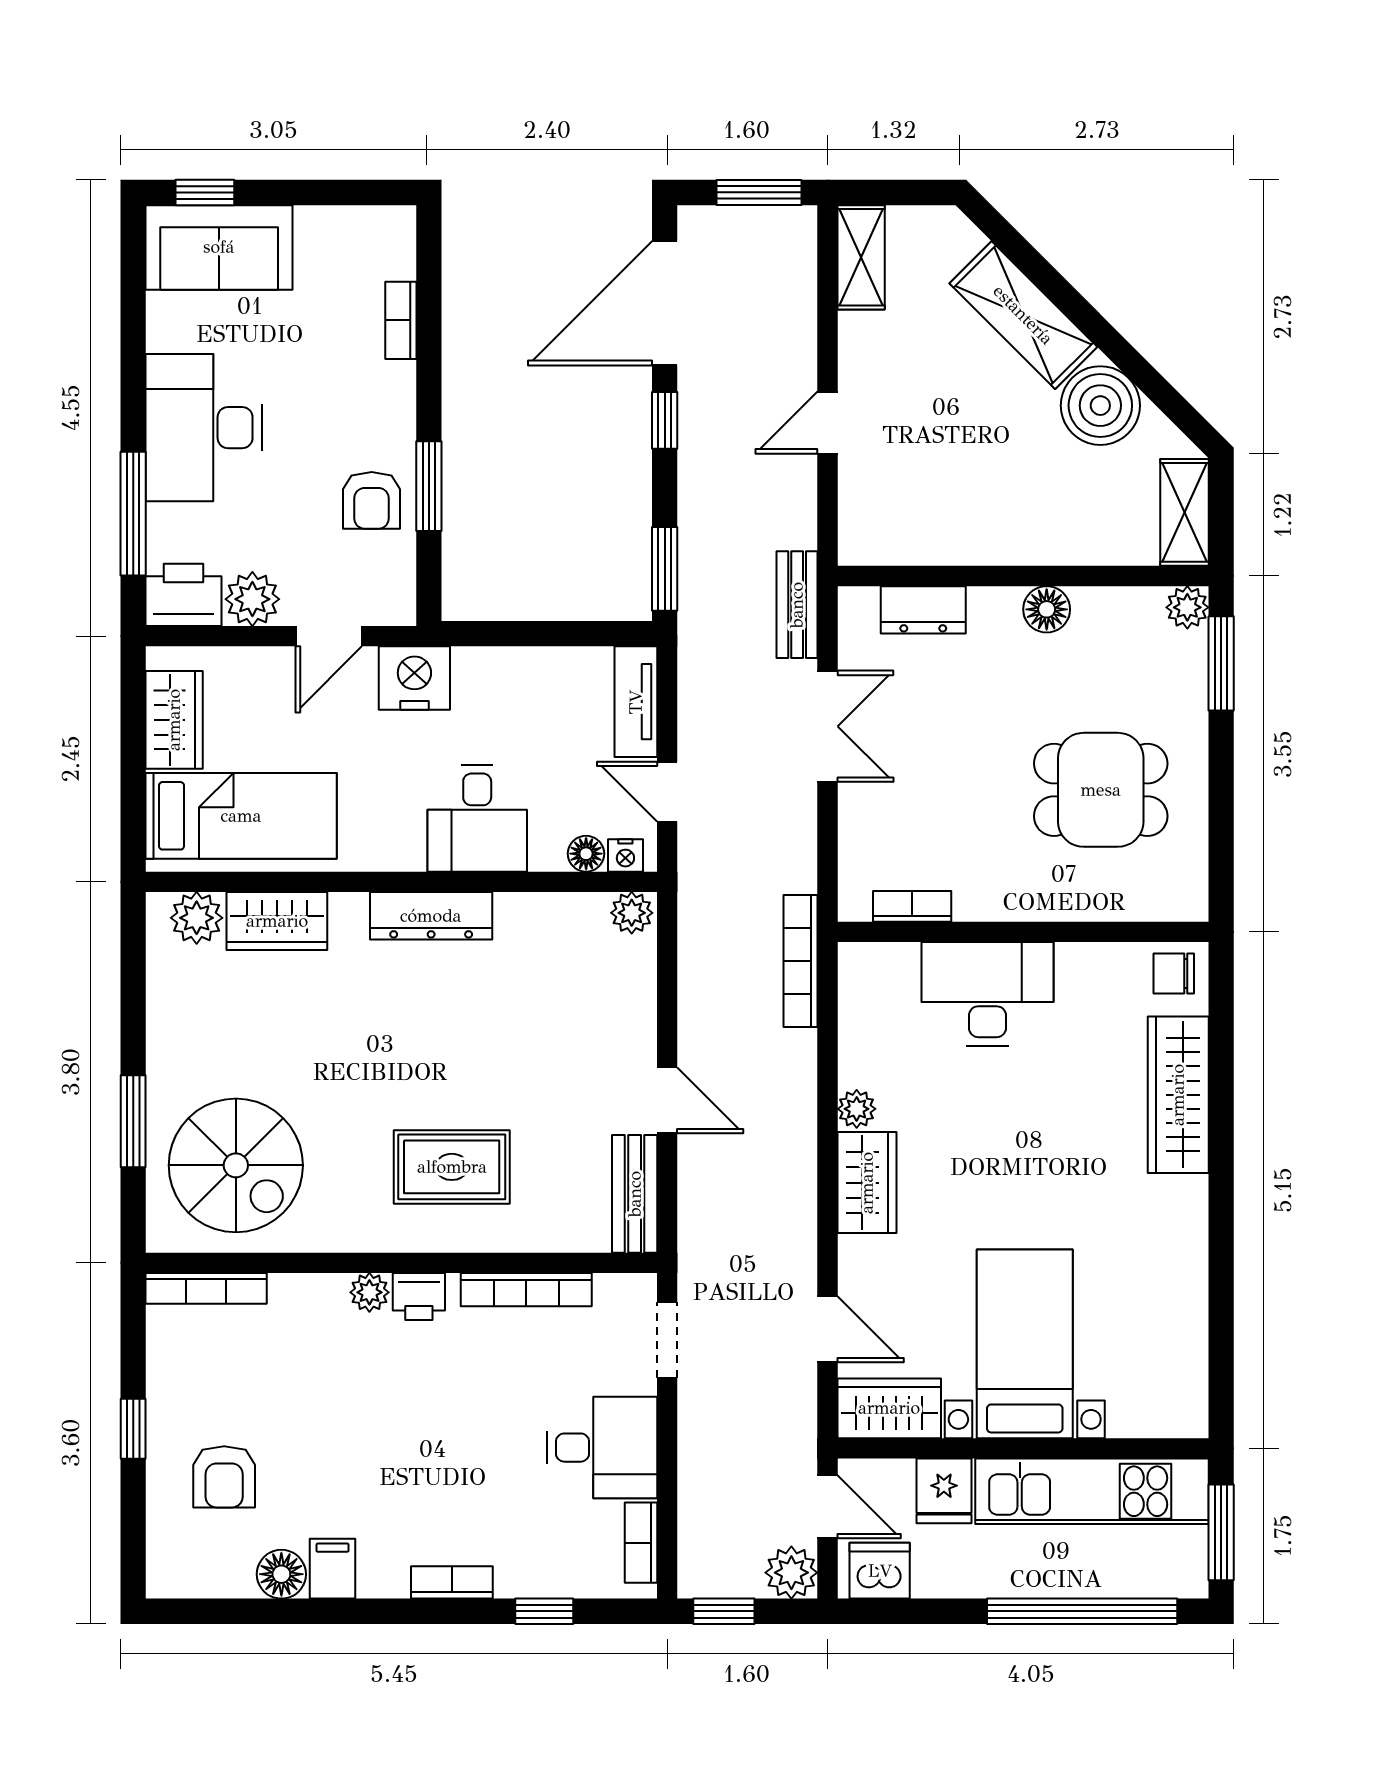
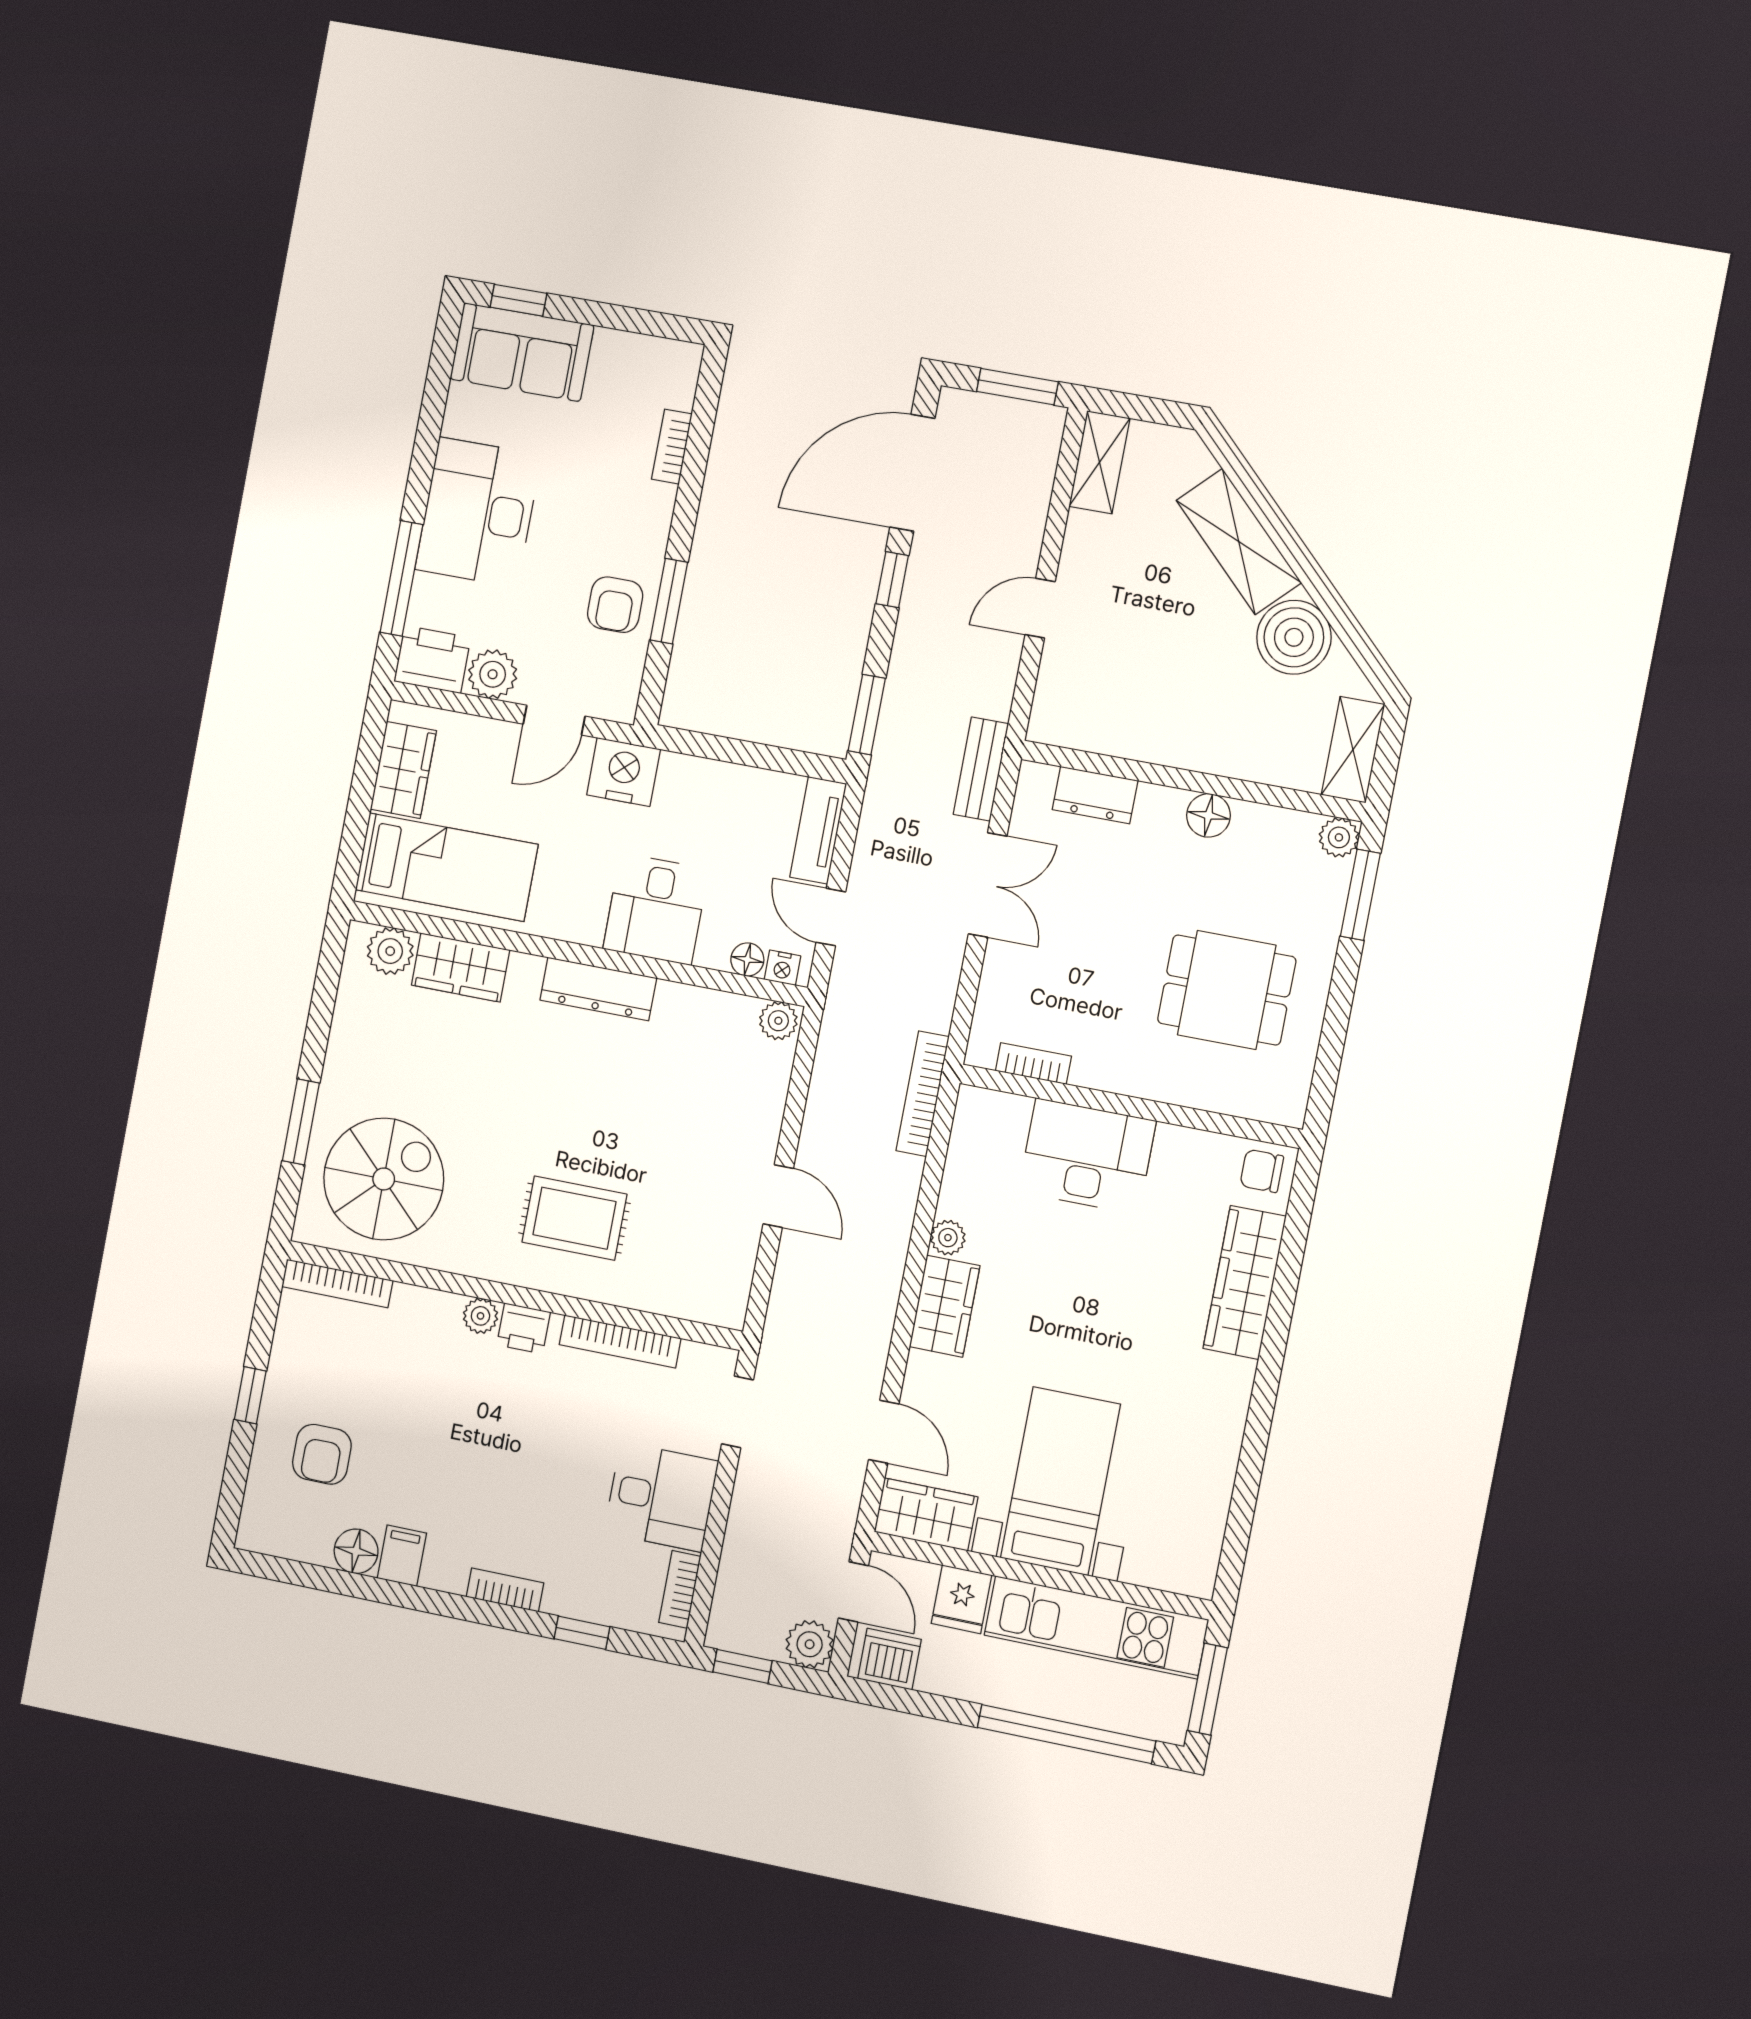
spiral stairs: (236, 1165) -> (384, 1179), turned -90
bench: (635, 1194) -> (733, 1275), removed

